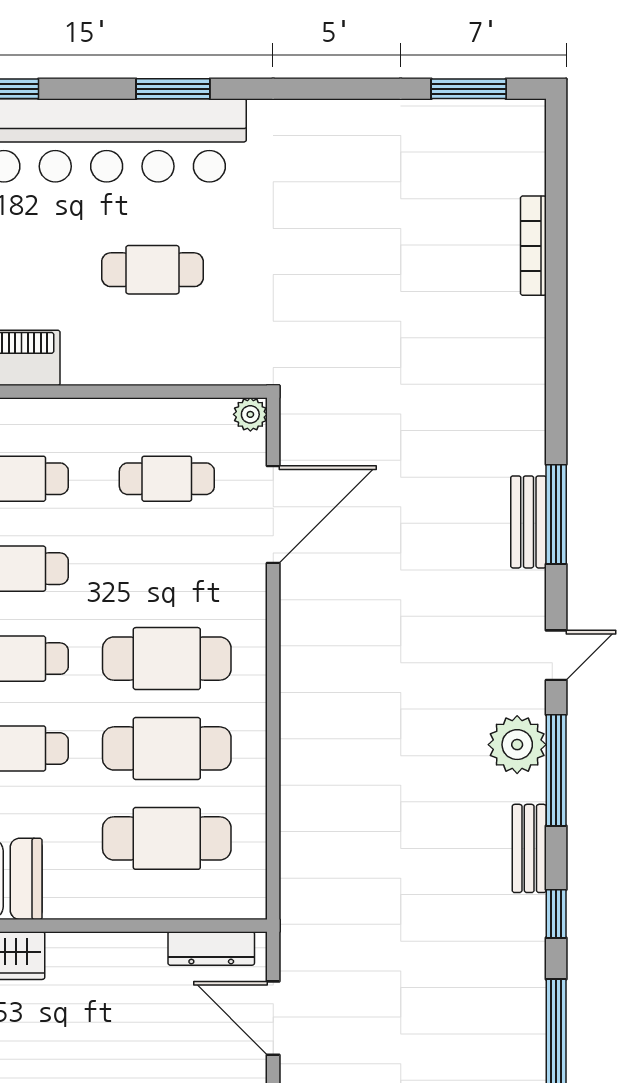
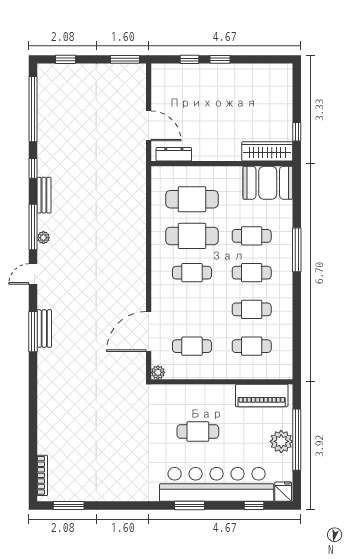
bookcase: (533, 246) -> (42, 475), moved
cafe table: (167, 659) -> (192, 273), width x0.73, depth x0.74
plant: (517, 745) -> (43, 238), width x0.53, depth x0.53

